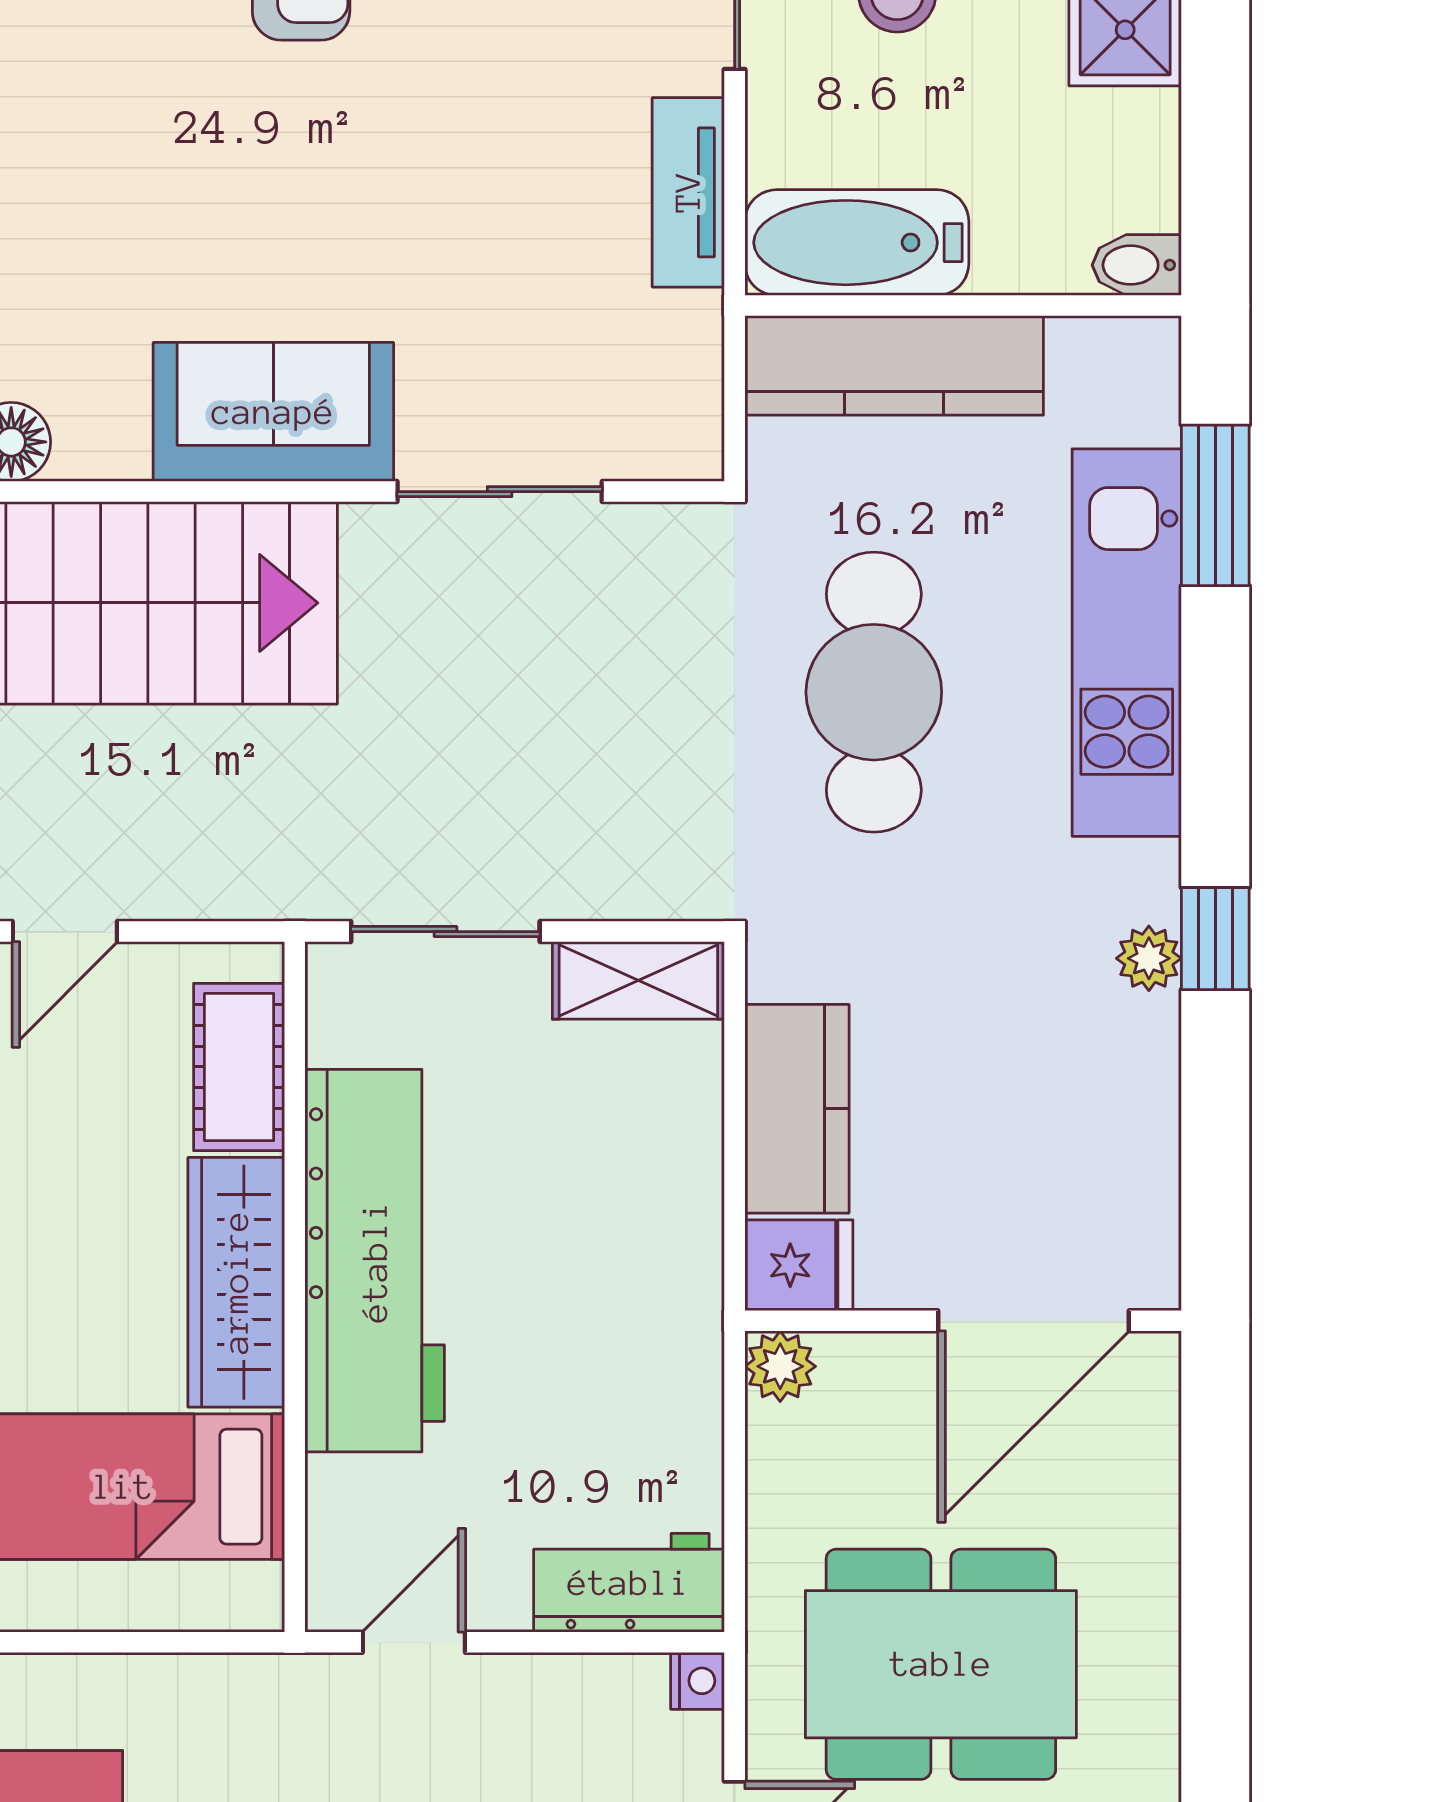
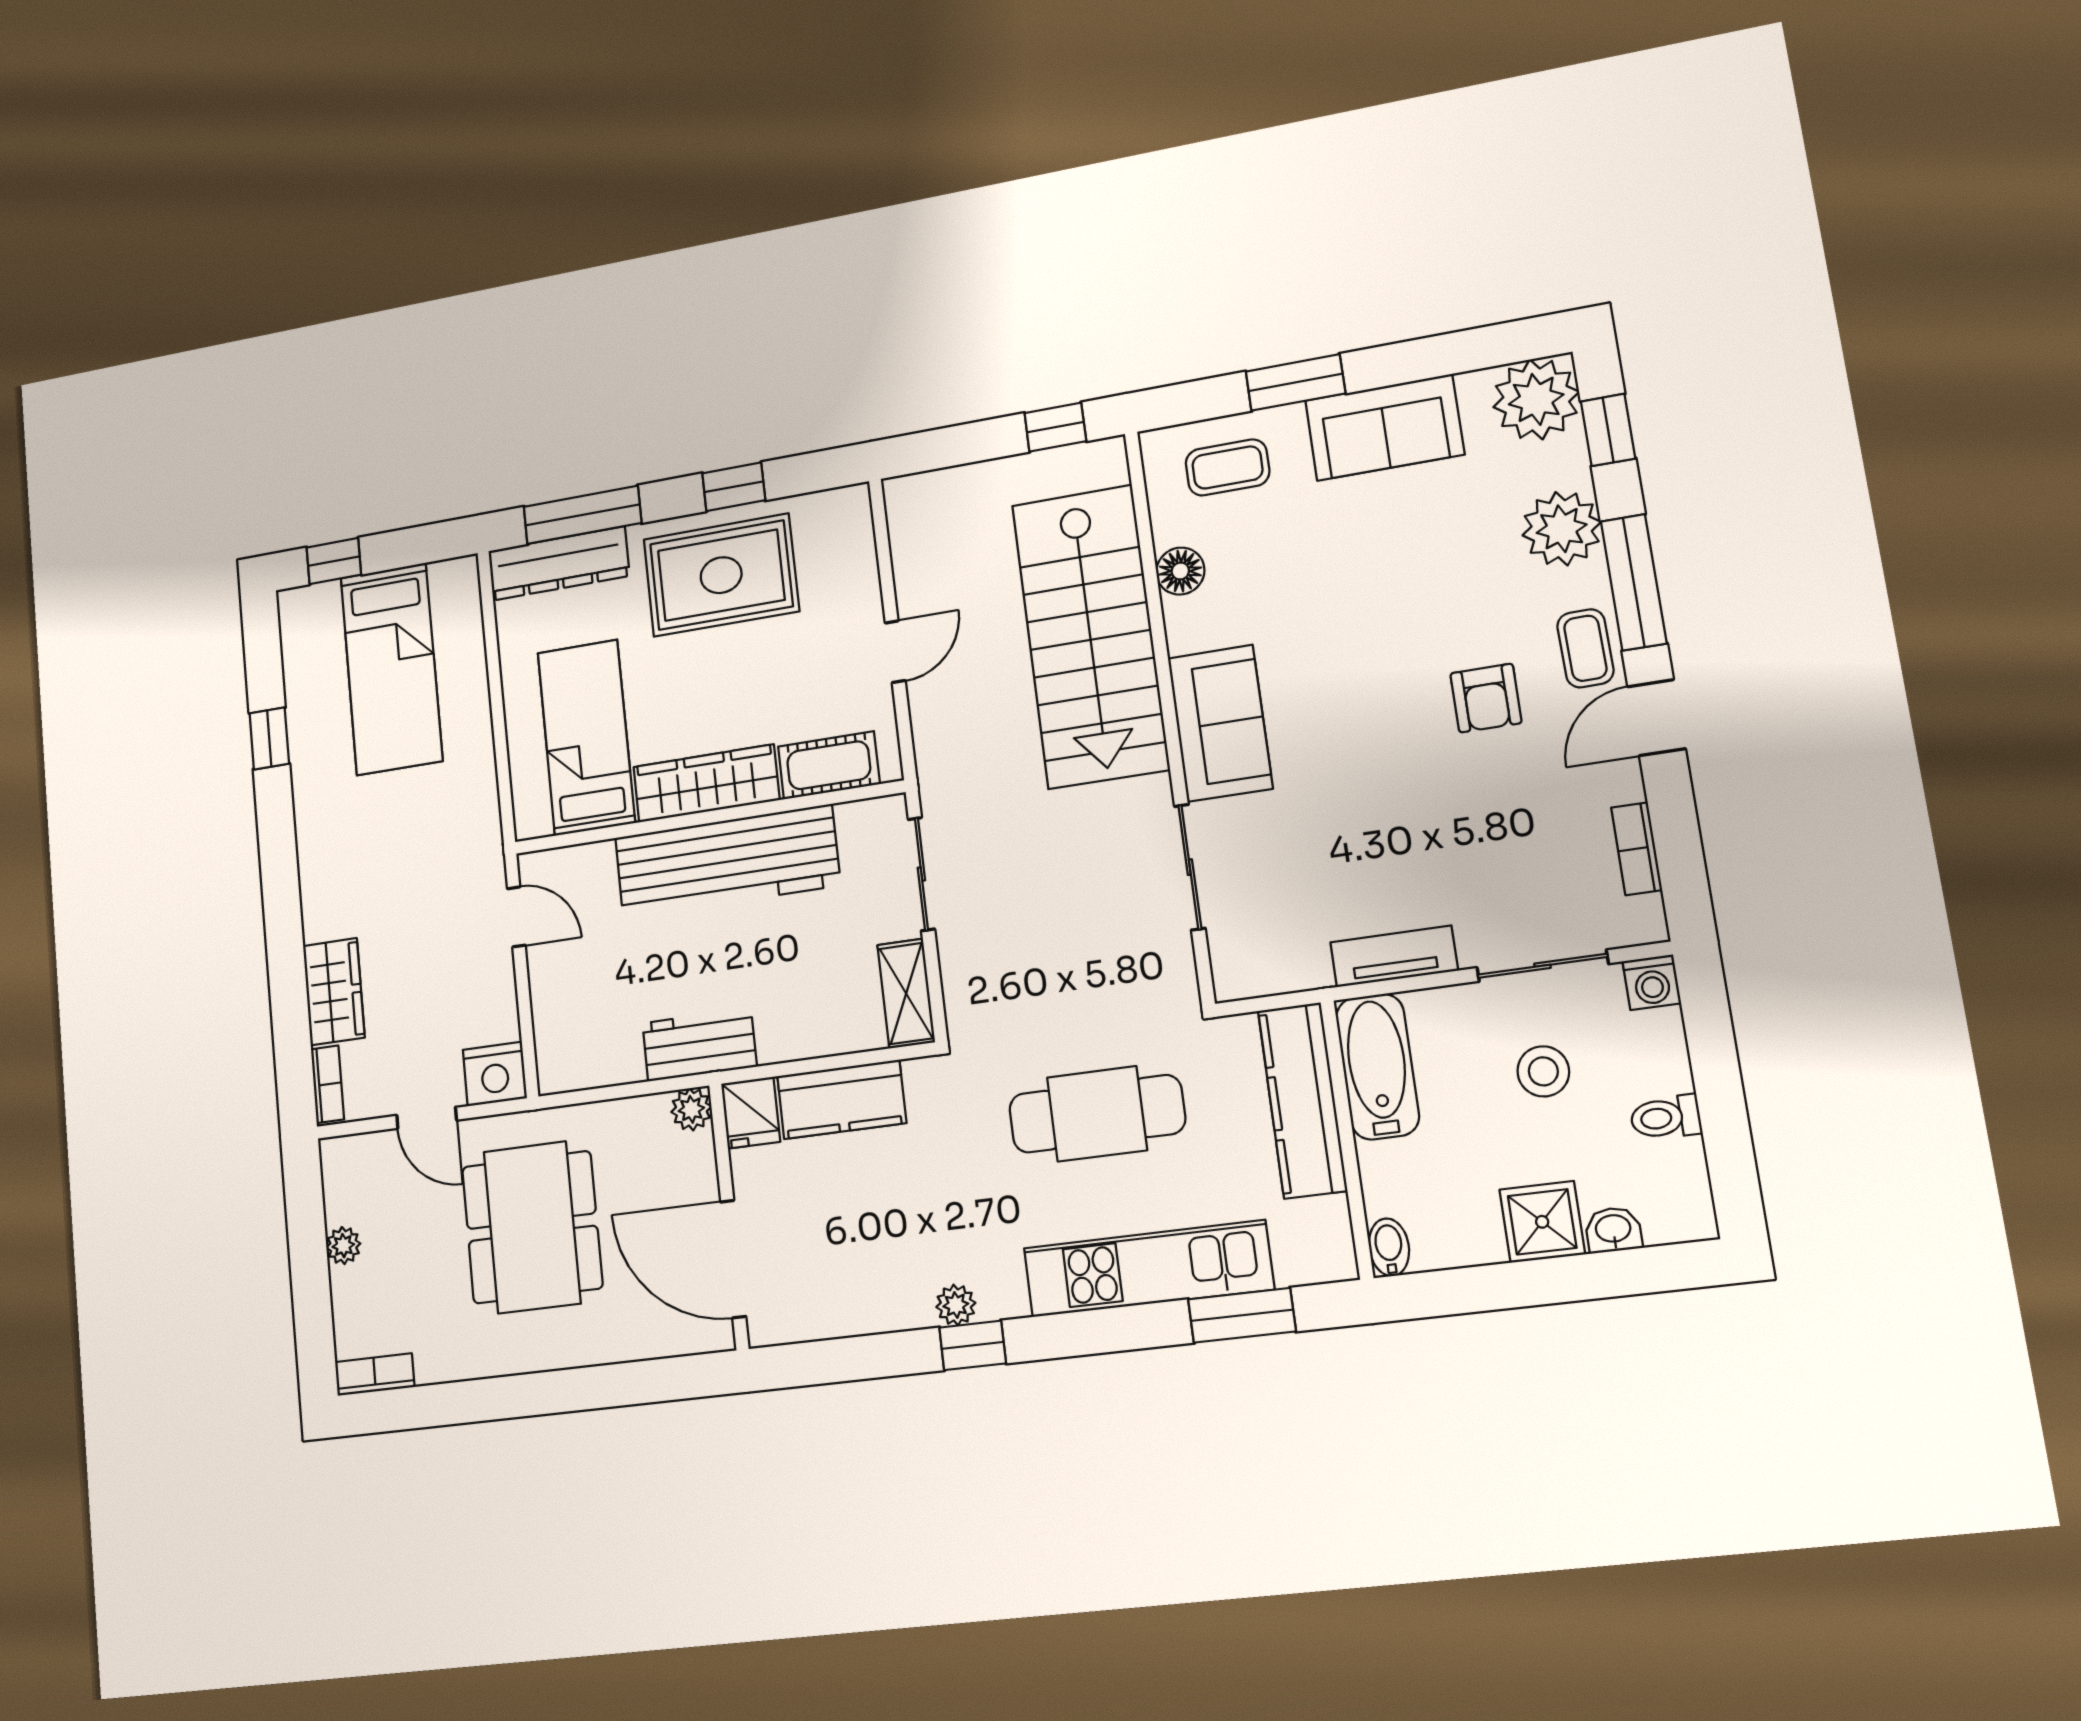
door: (65, 932) -> (895, 652), swing flipped
workbench: (629, 1583) -> (699, 1045), moved, turned -90
nightstand: (698, 1681) -> (495, 1074), width x1.89, depth x1.79

